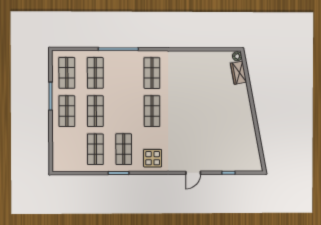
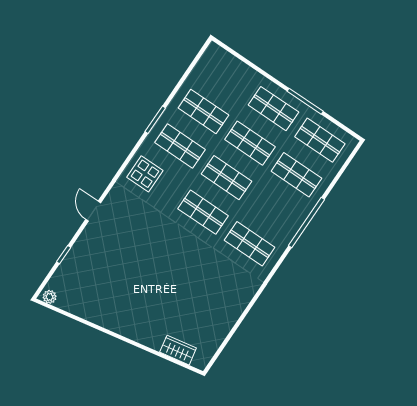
plant: (237, 56) -> (50, 297), moved
shop shelf: (124, 111) -> (226, 178), added

